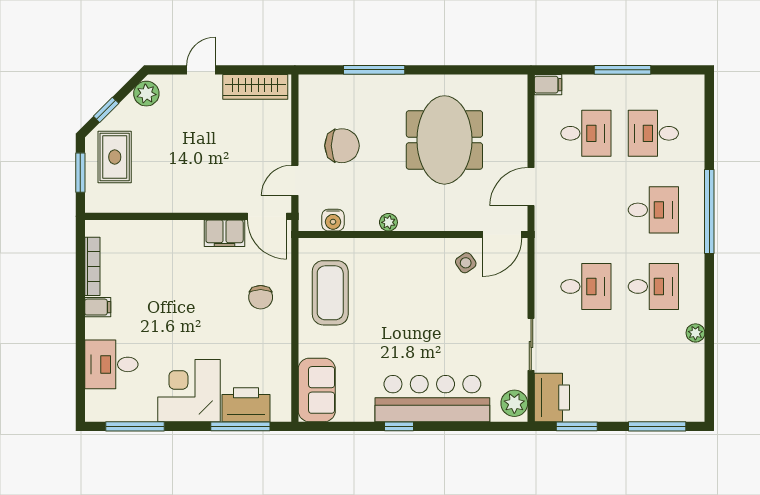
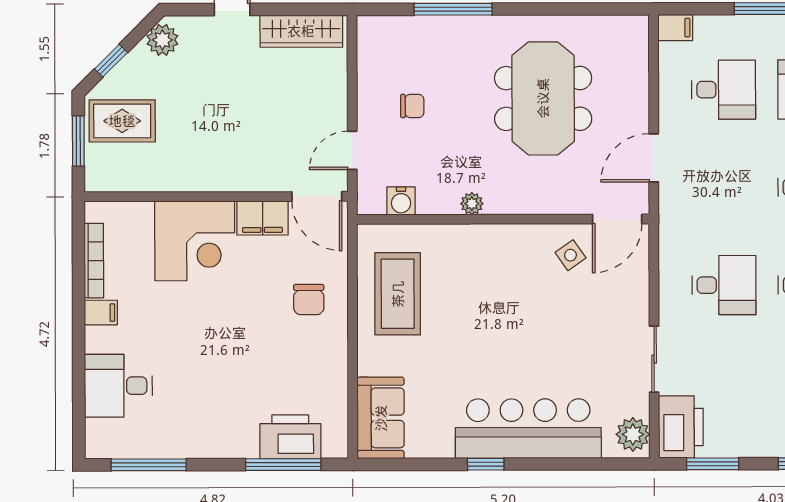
chair: (342, 146) -> (412, 106), width x0.54, depth x0.54
rug: (115, 157) -> (122, 121), turned 90
corner desk: (189, 391) -> (195, 241), moved, turned 180

